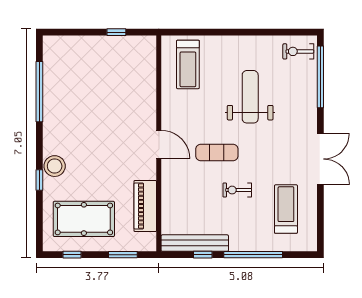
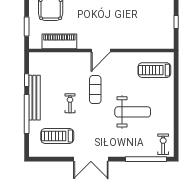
treadmill: (286, 209) -> (57, 136), turned 180
bench: (195, 243) -> (34, 98), moved

